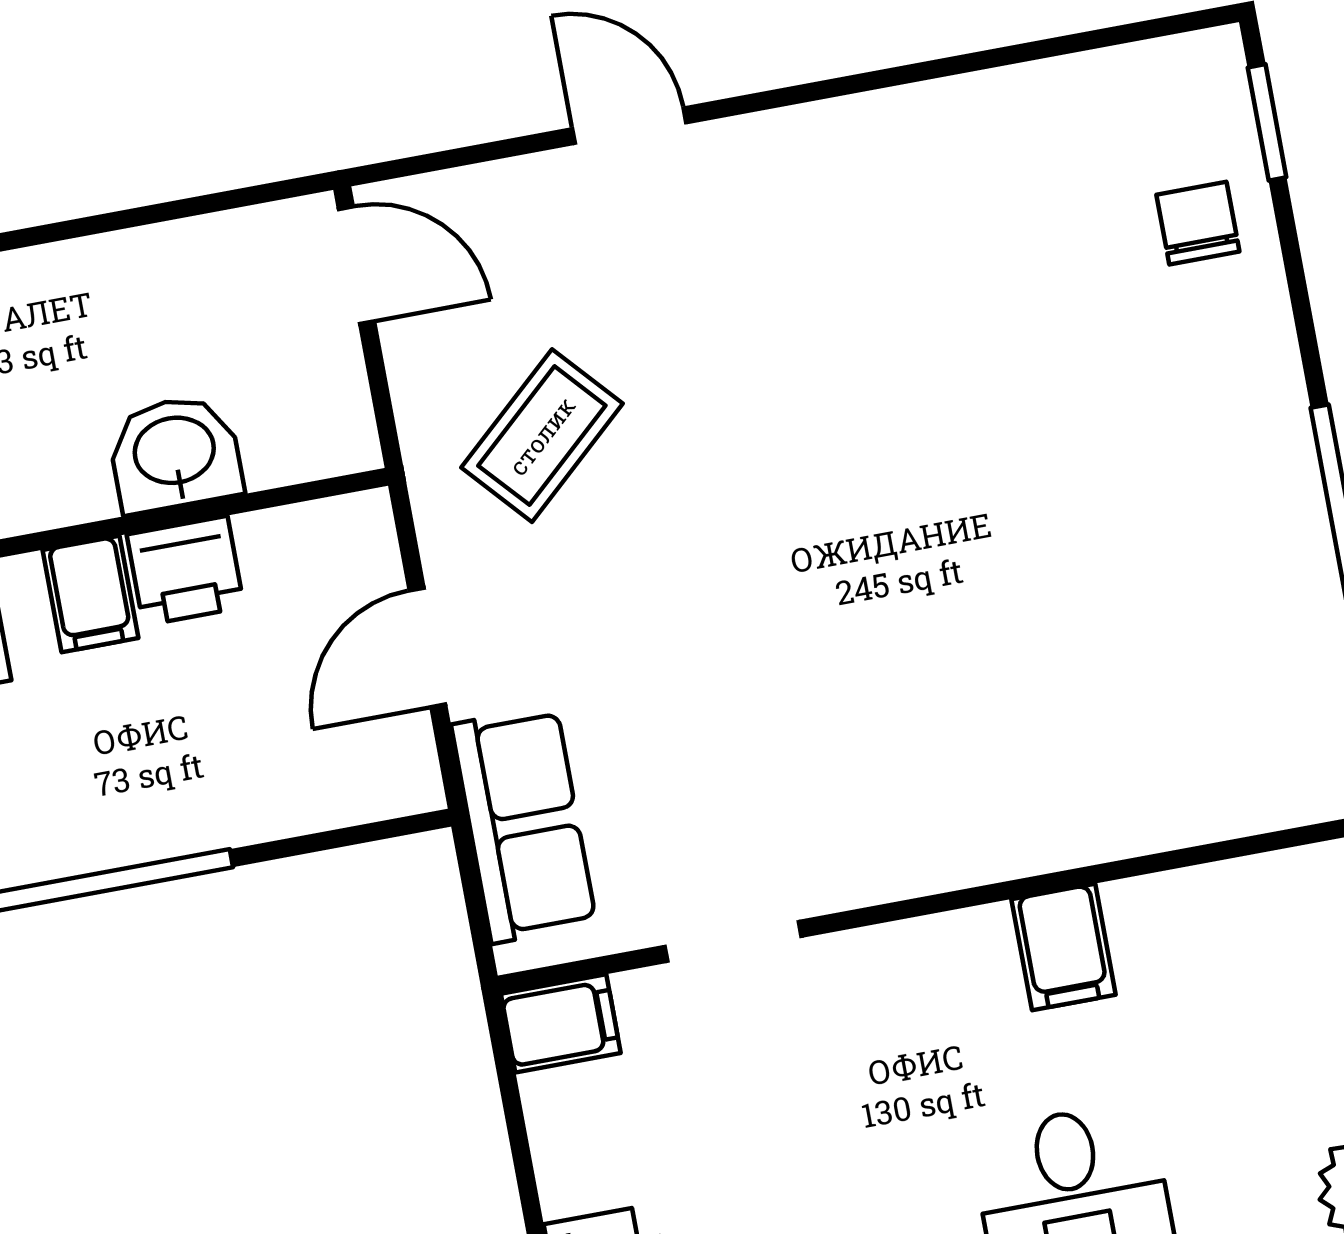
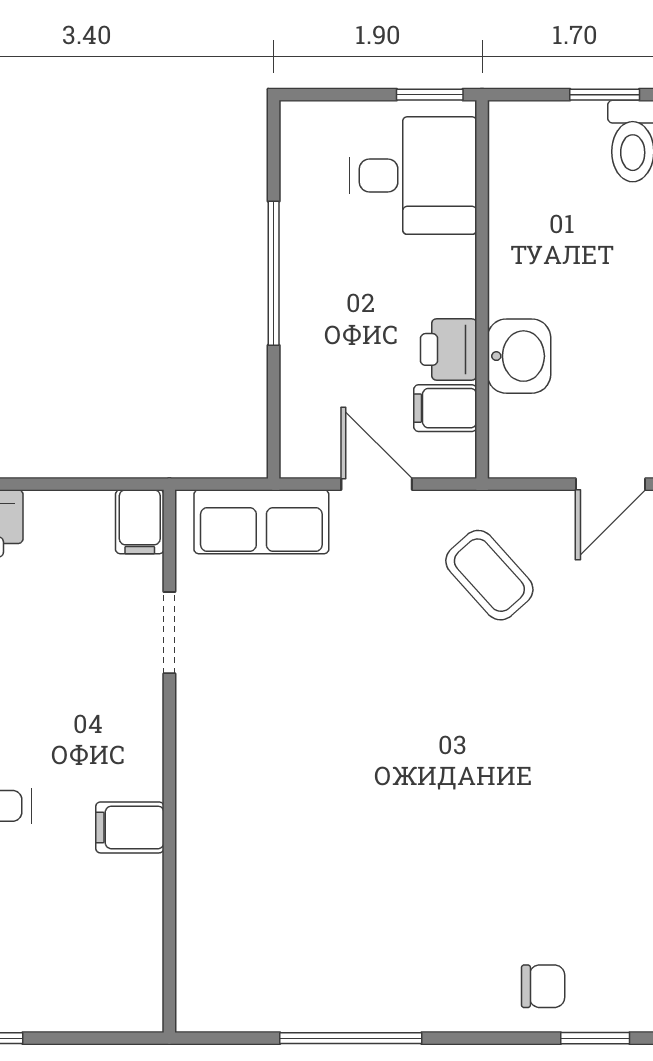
filing cabinet: (91, 594) -> (445, 408), moved

